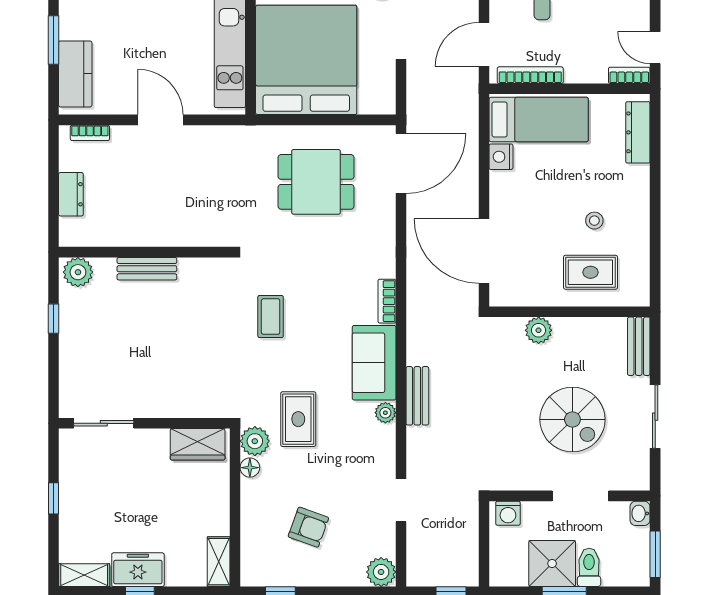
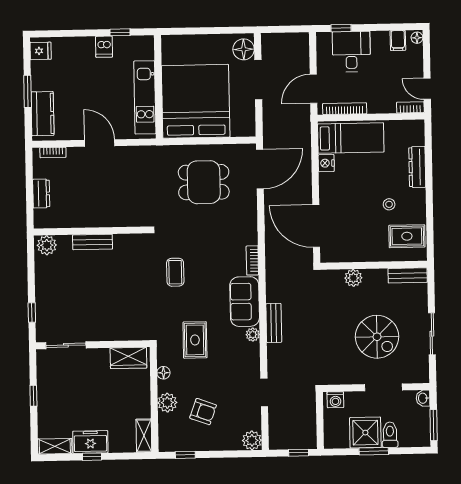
dresser: (638, 132) -> (417, 167), moved
rug: (590, 272) -> (407, 236), moved
window: (53, 319) -> (32, 312), moved
bench: (639, 346) -> (408, 275), moved, turned 90
plant: (255, 441) -> (167, 403), moved

